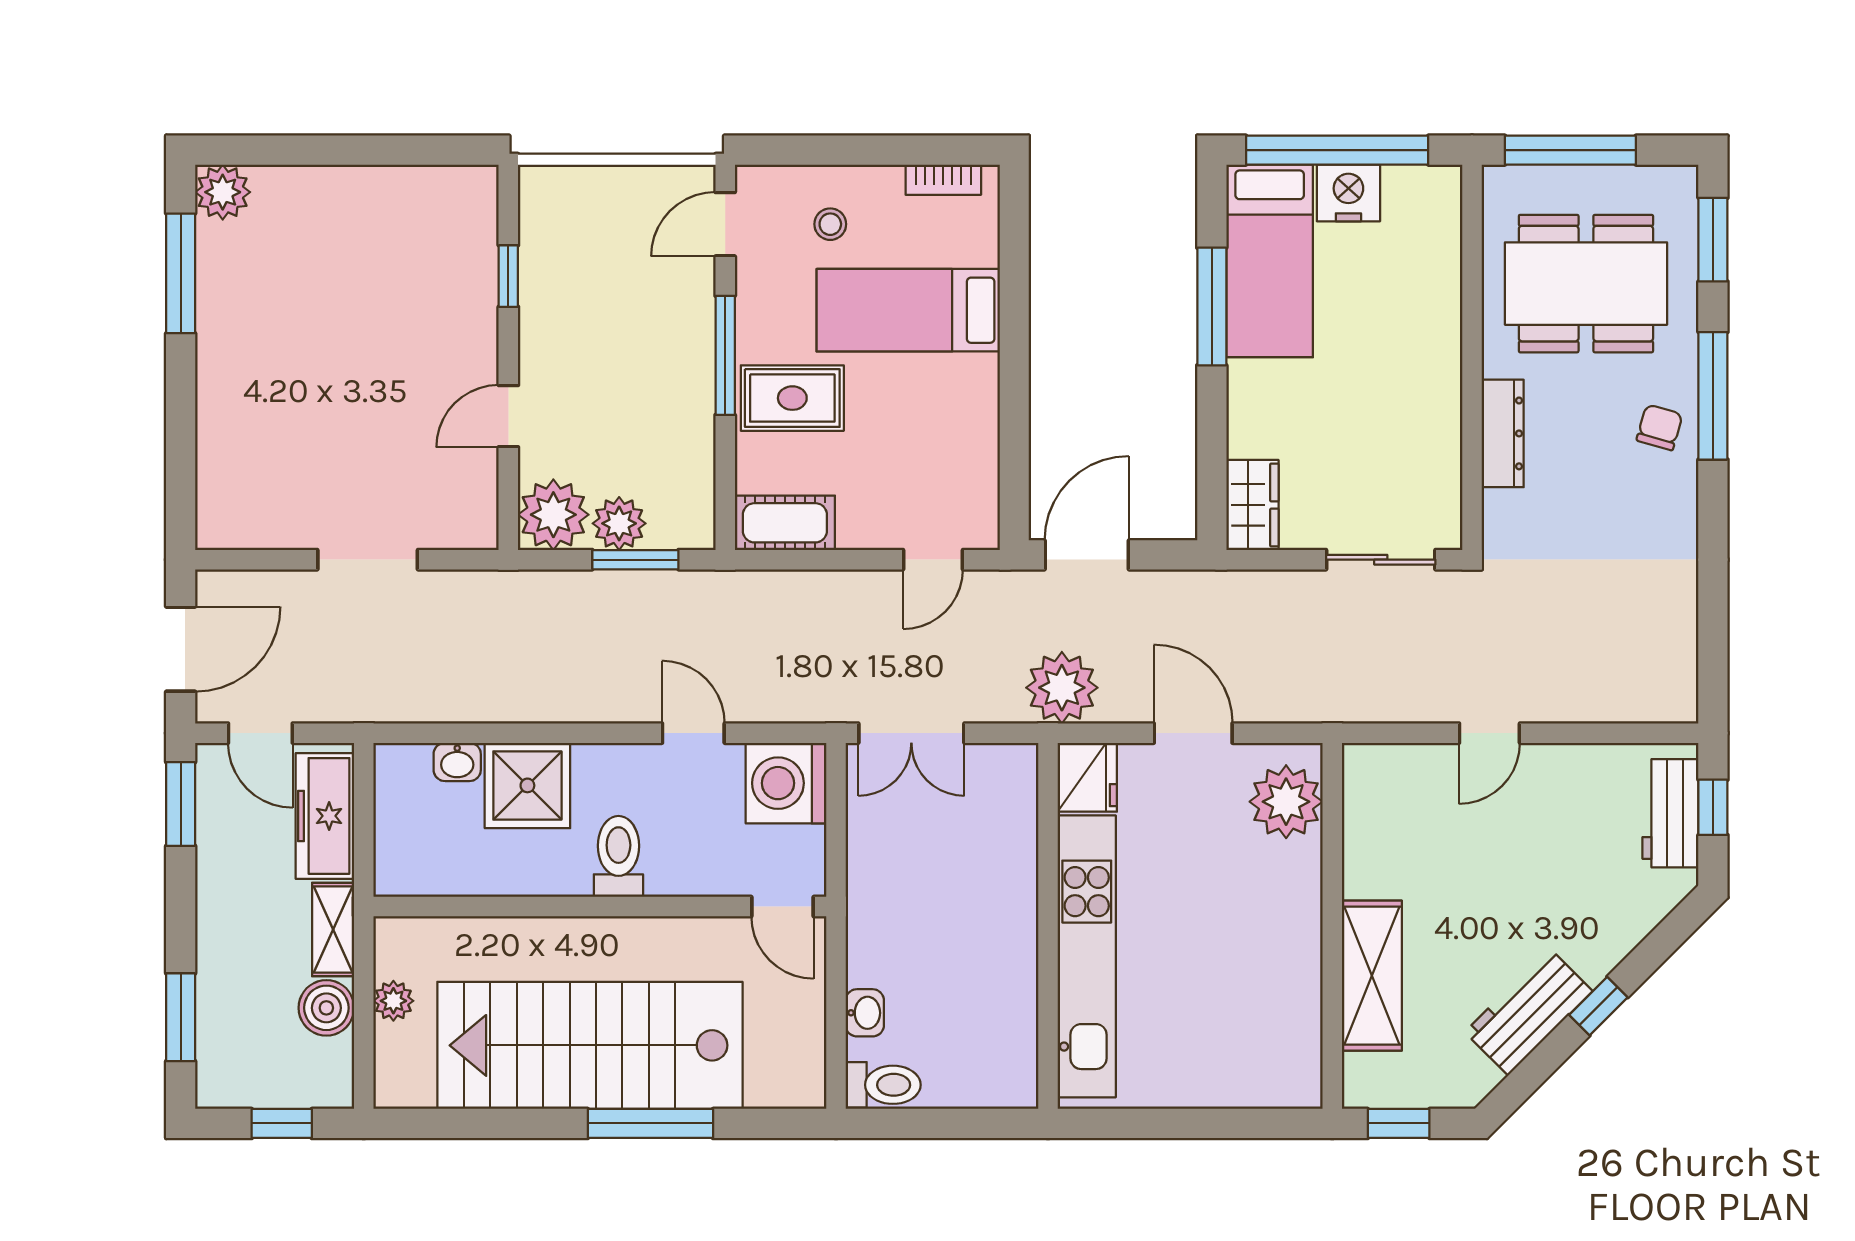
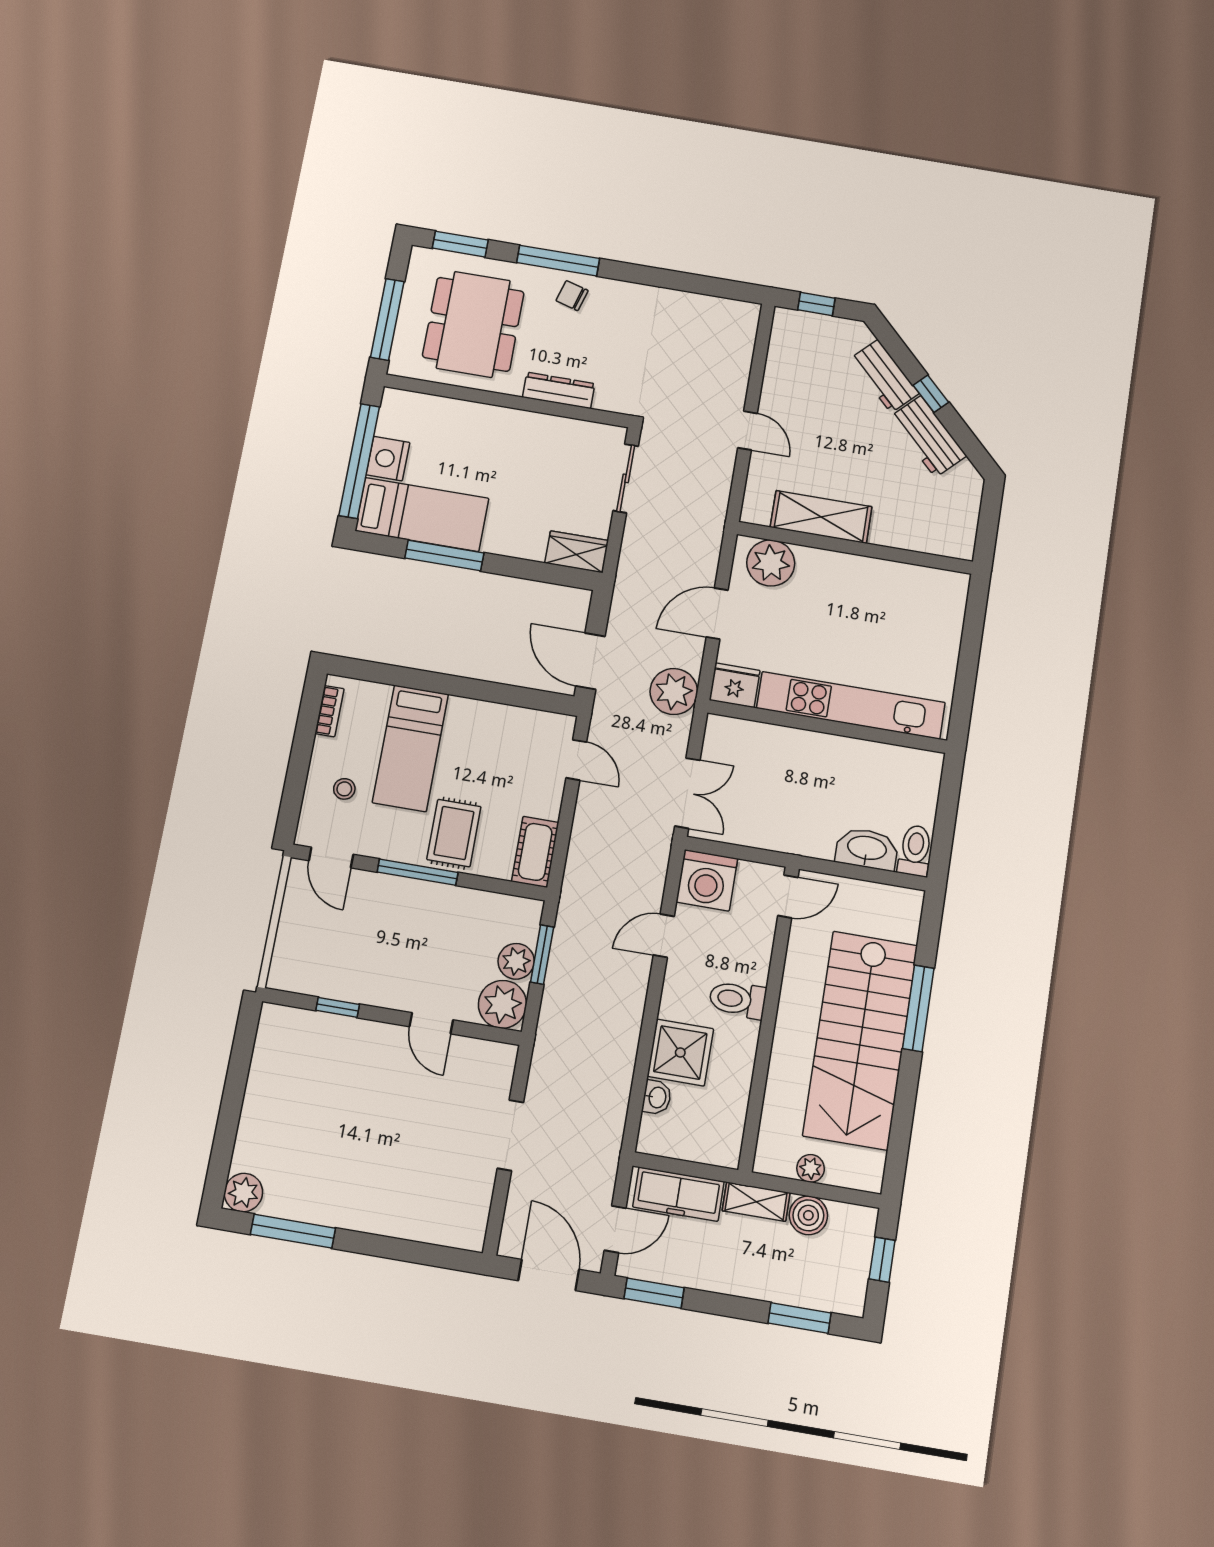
workbench: (1670, 813) -> (884, 376), moved, turned 45
shelving: (1372, 976) -> (821, 517), moved
washbasin: (865, 1013) -> (867, 849), width x1.91, depth x1.45
window: (1399, 1123) -> (987, 528), removed

